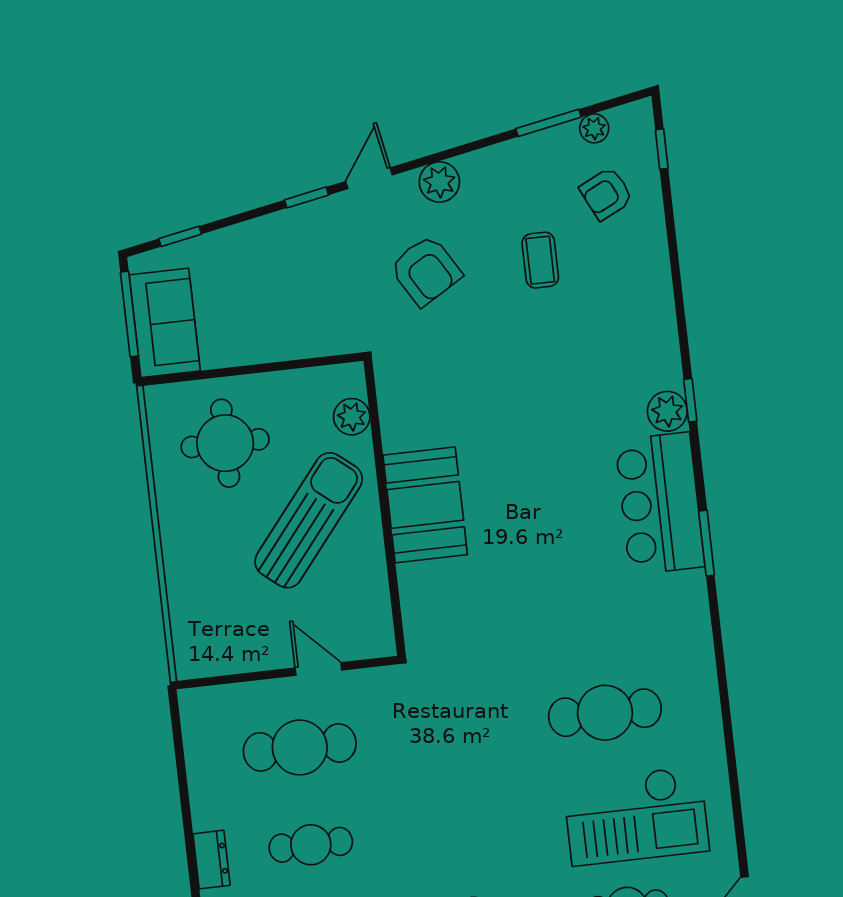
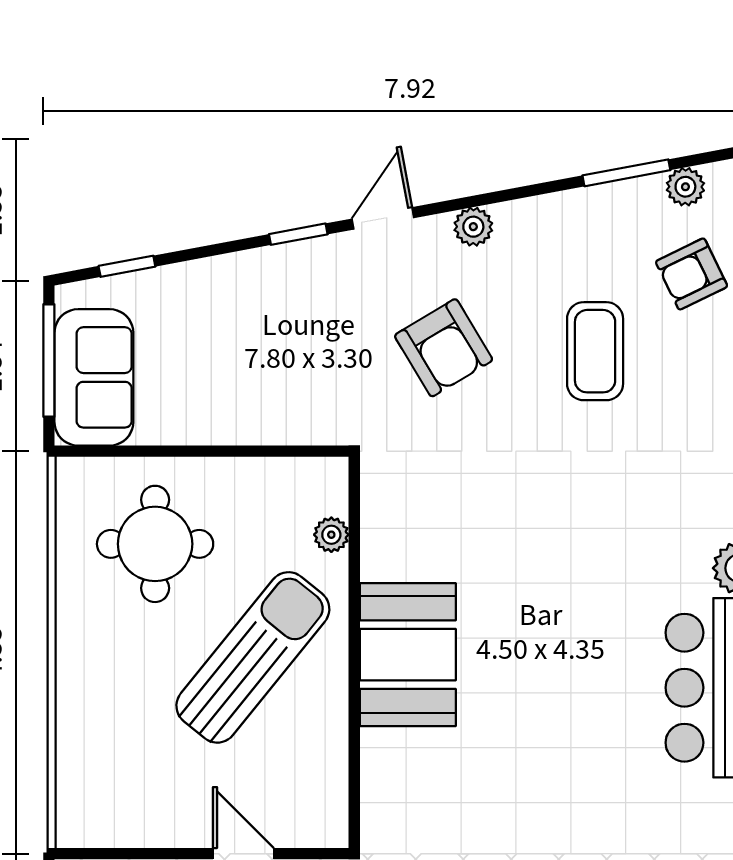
plant: (439, 182) -> (473, 227), width x0.73, depth x0.73
coffee table: (540, 260) -> (595, 351), width x1.36, depth x1.30
plant: (352, 417) -> (331, 535), width x0.73, depth x0.73

